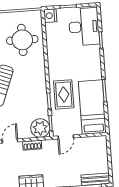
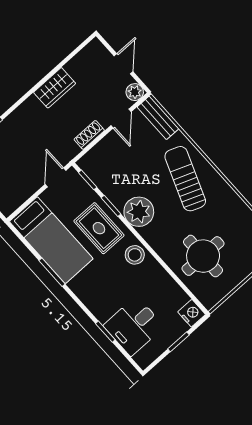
desk: (84, 27) -> (134, 326), width x0.73
stool: (56, 67) -> (135, 255), added
plant: (40, 128) -> (139, 212), moved

